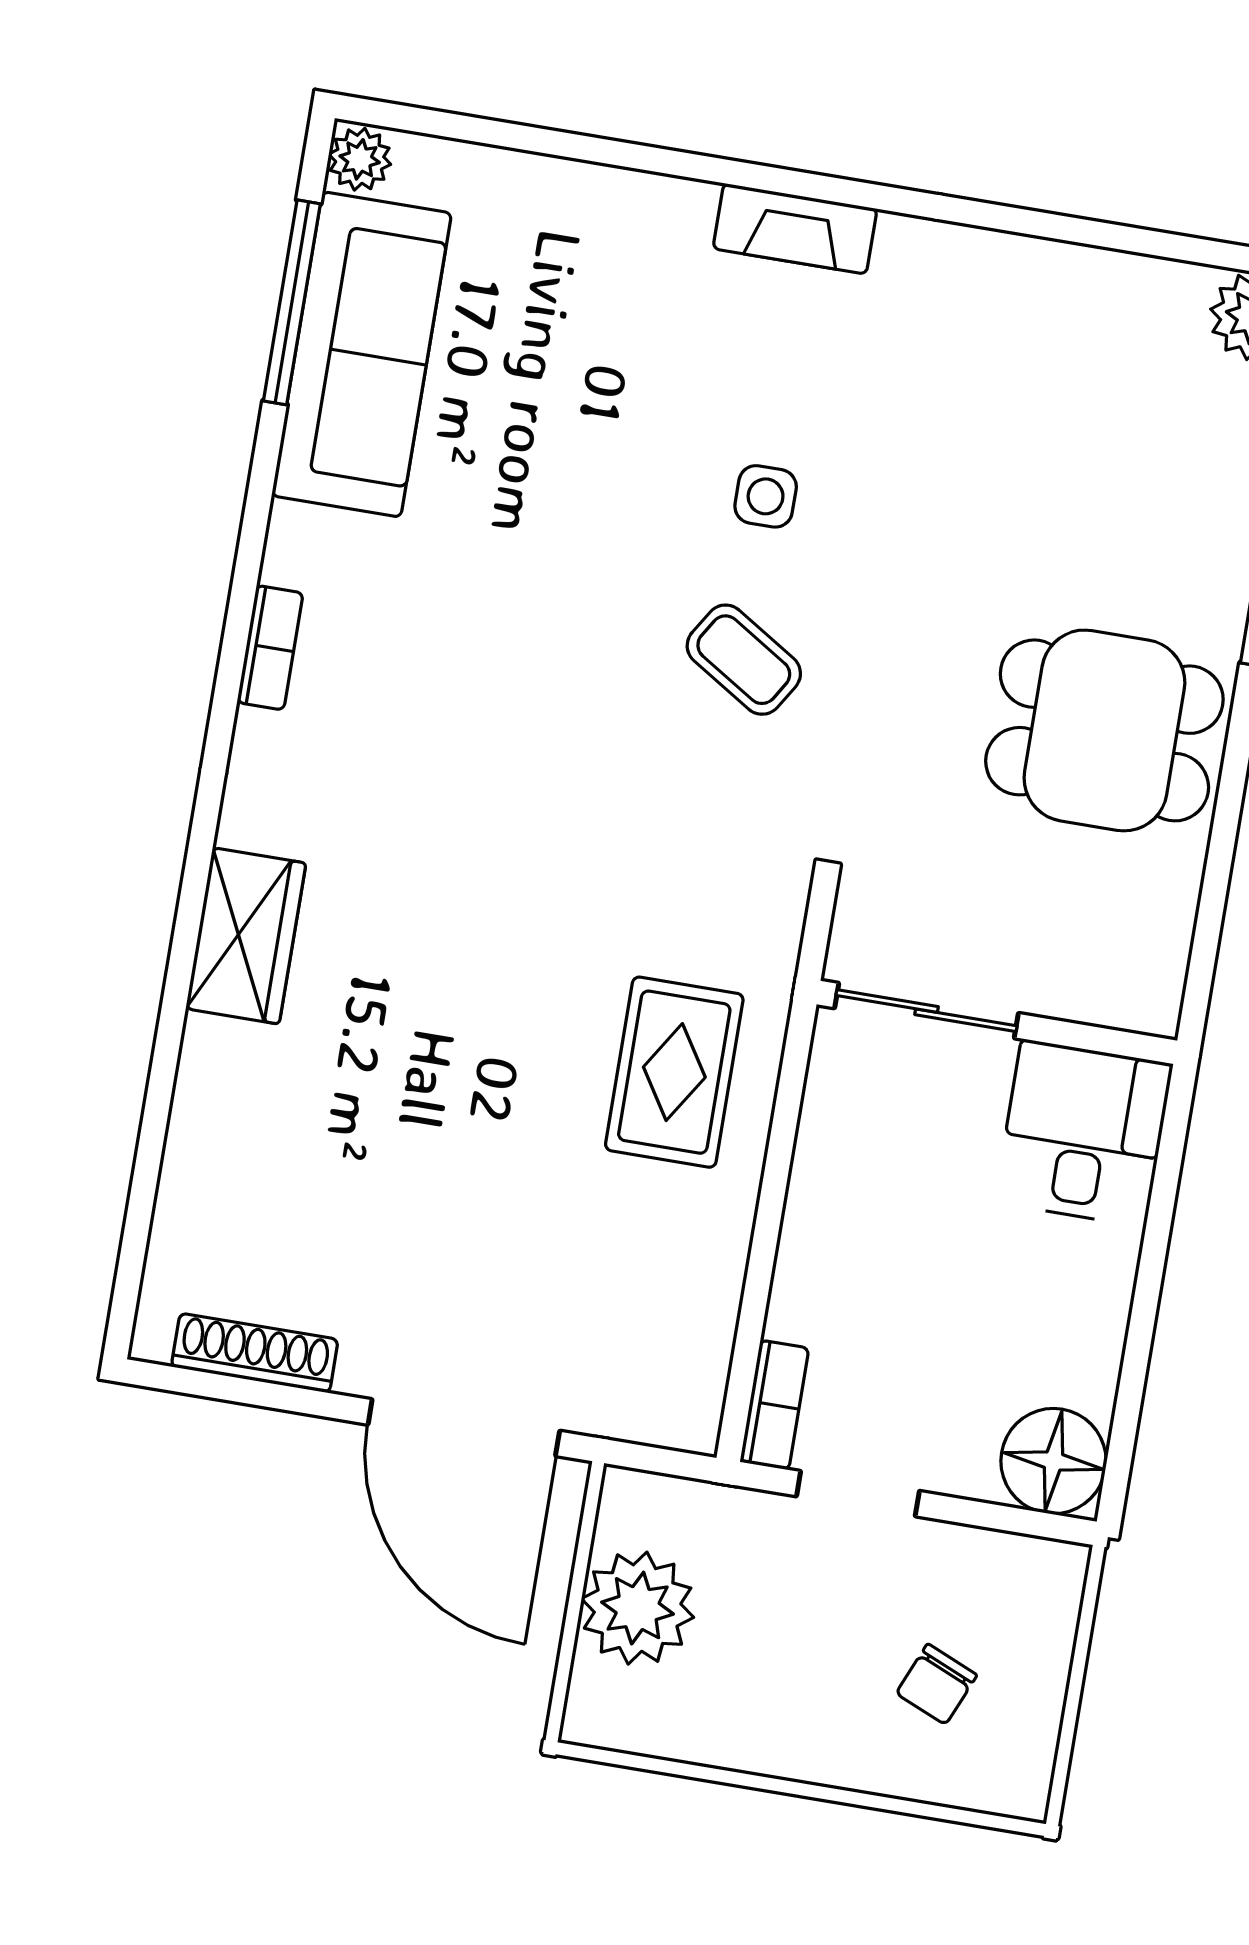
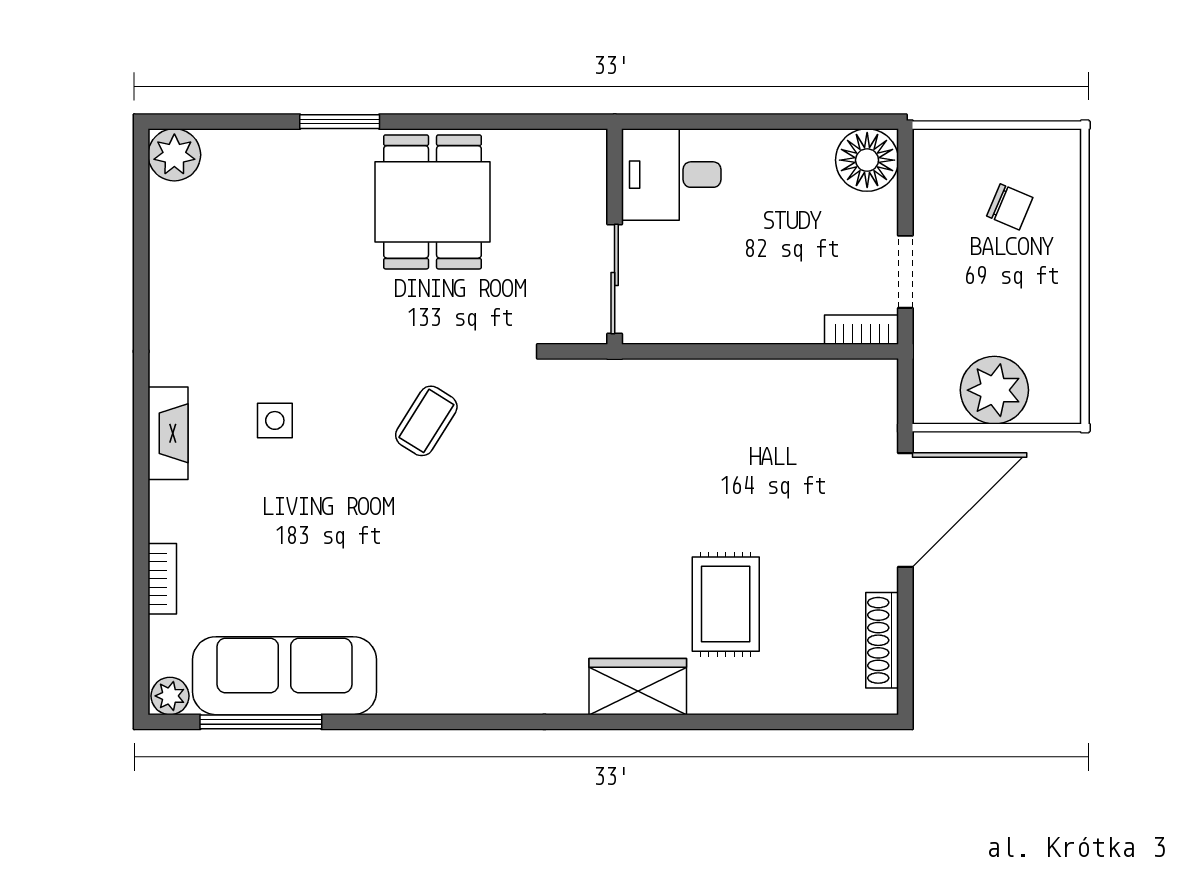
side table: (766, 496) -> (275, 420), moved
bookcase: (270, 648) -> (162, 579), moved, turned 90
rug: (674, 1072) -> (726, 604), moved, turned 90

